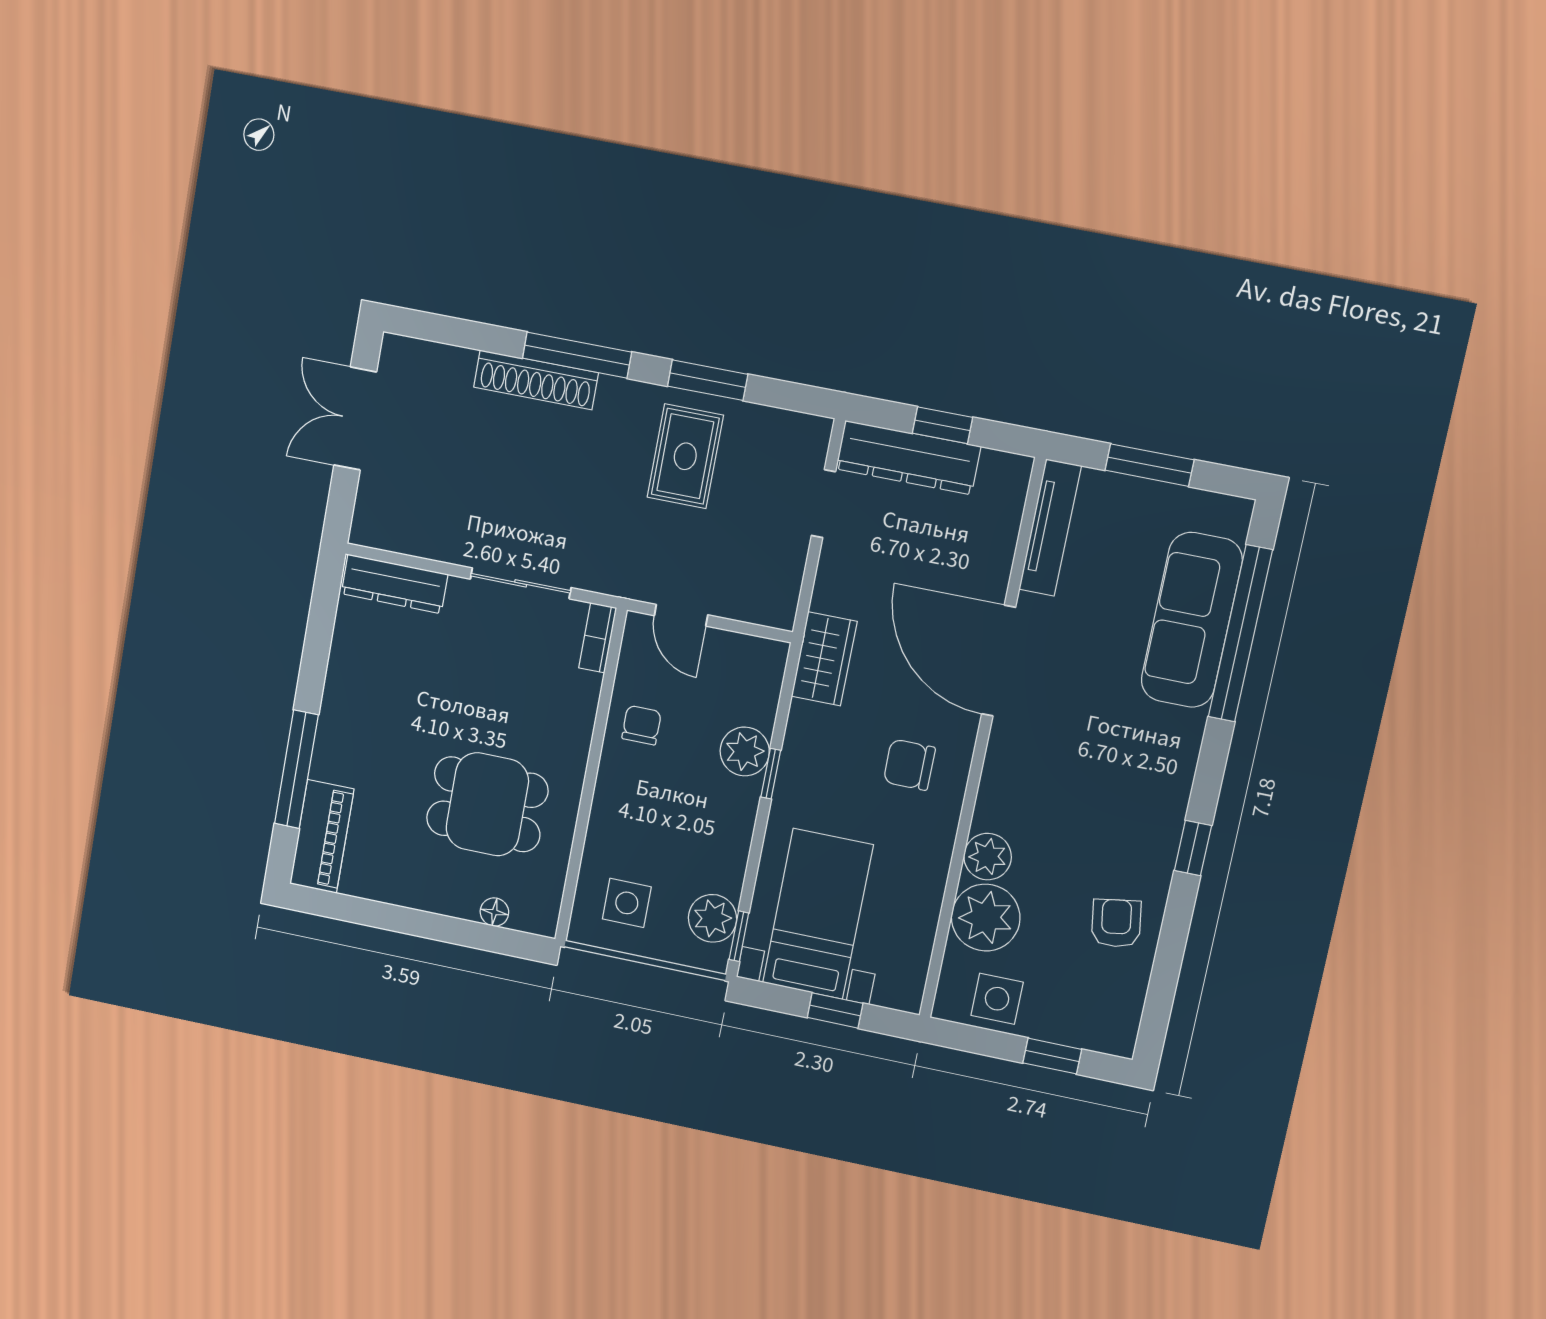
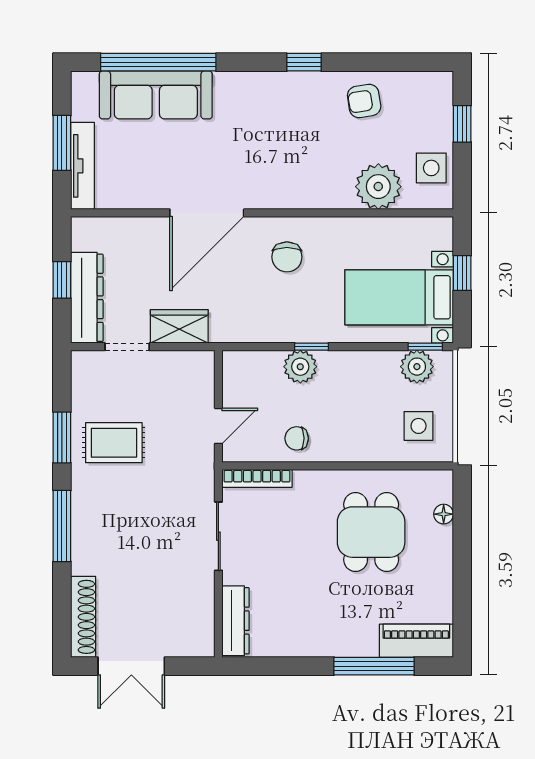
shoe rack: (536, 380) -> (83, 617), moved
tv unit: (1050, 528) -> (82, 166), moved, turned 90
bookcase: (598, 638) -> (257, 478), width x1.56
wardrobe: (824, 659) -> (179, 326), moved
plant: (988, 857) -> (337, 194), removed

